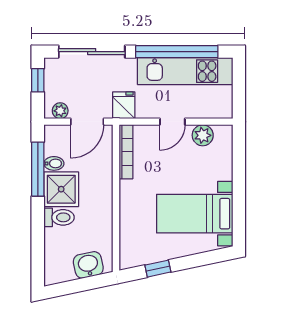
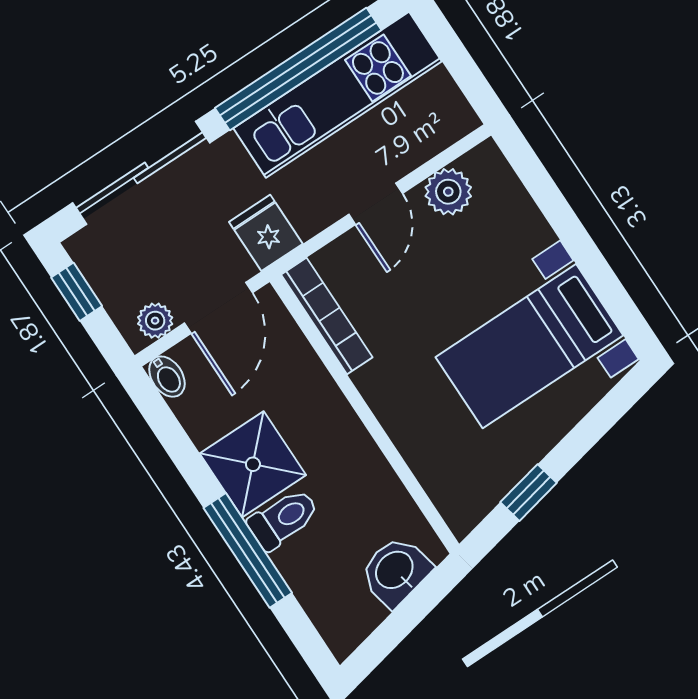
bidet: (54, 163) -> (167, 377), moved, turned 90
window: (38, 169) -> (248, 550), moved

